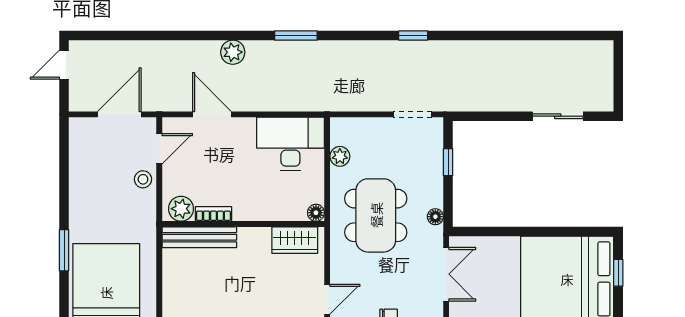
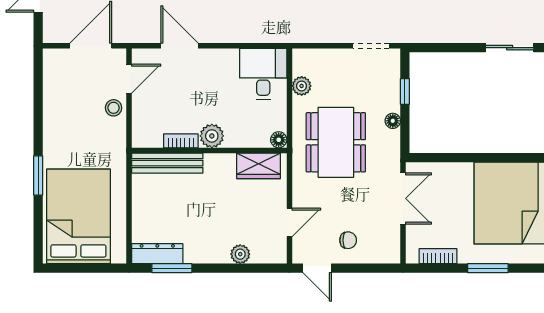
desk: (290, 144) -> (263, 74), width x0.73
plant: (181, 209) -> (212, 136), moved
floor lamp: (435, 217) -> (393, 121), moved

